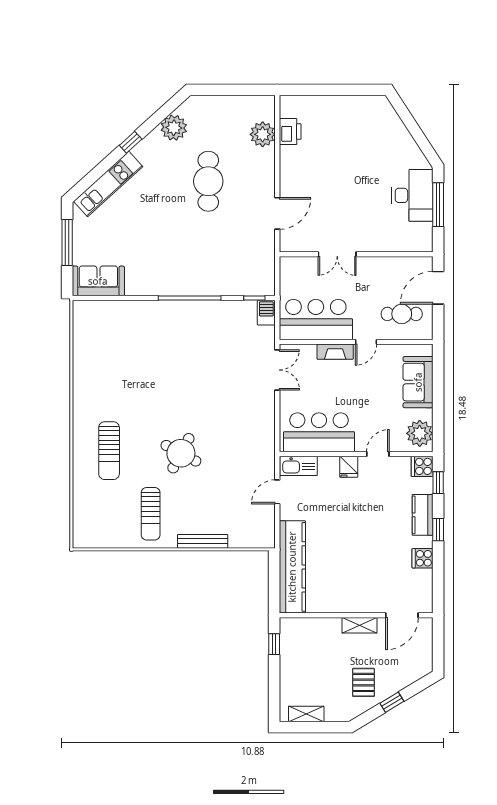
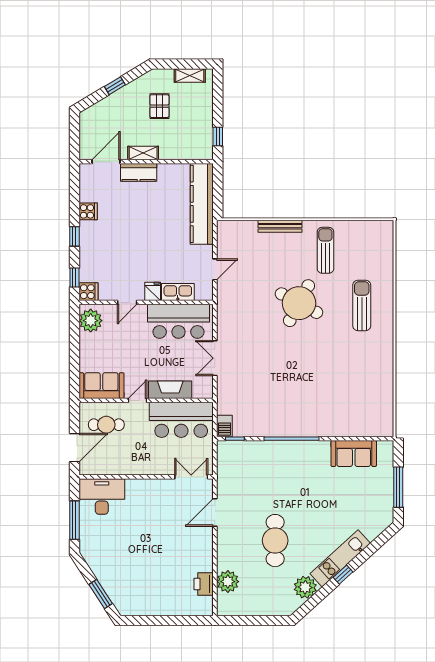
window: (408, 120) -> (101, 594), added
kitchen unit: (108, 184) -> (340, 558), moved
desk: (412, 195) -> (102, 497), moved, turned 90
double door: (337, 254) -> (191, 477), moved
sofa: (98, 281) -> (354, 454), moved
fireplace: (335, 352) -> (170, 390), width x1.37, depth x1.32
double door: (277, 370) -> (215, 358), moved
sofa: (418, 382) -> (101, 386), moved, turned -90
round table: (181, 453) -> (299, 303), width x1.36, depth x1.36
kitchen sink: (299, 466) -> (178, 292), moved
kitchen counter: (423, 515) -> (139, 172), moved, turned 90
pallet: (364, 682) -> (159, 106), moved

